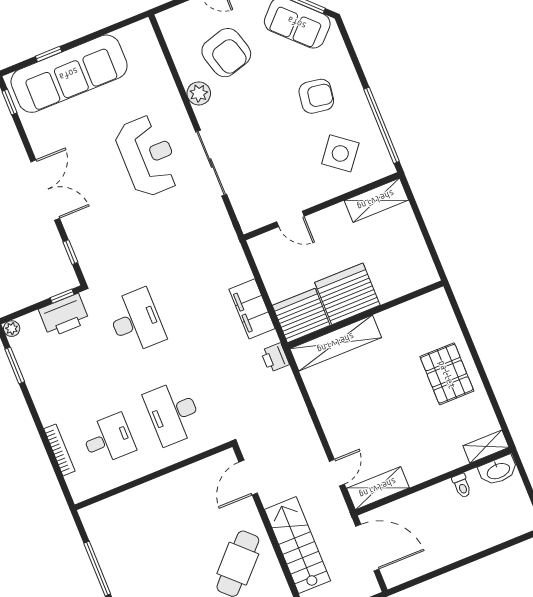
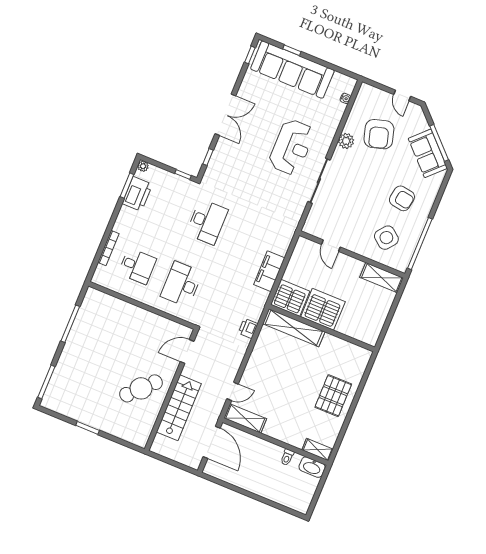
water cooler: (154, 50) -> (345, 98), added
printer: (64, 316) -> (137, 194), moved, turned -90
printer: (275, 358) -> (248, 328), moved

